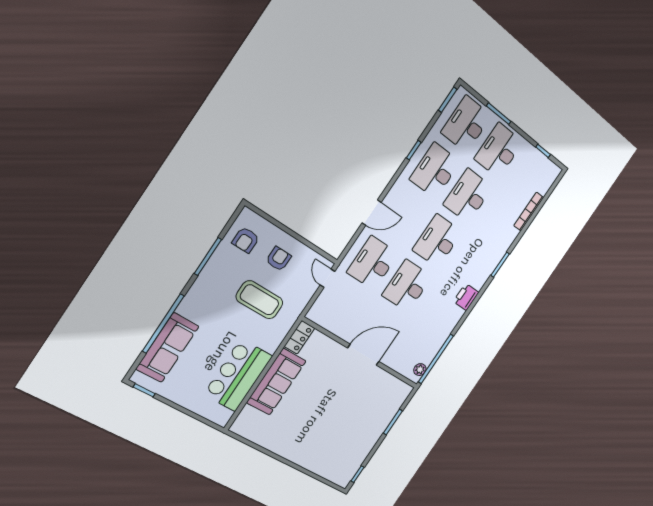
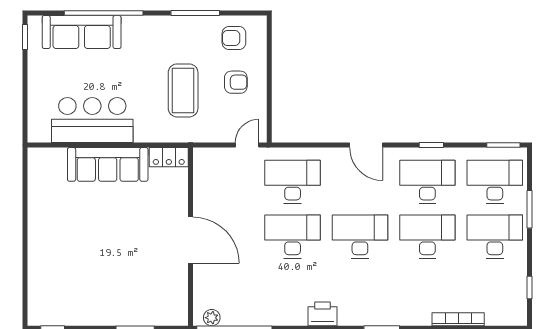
door: (372, 213) -> (366, 145), moved

